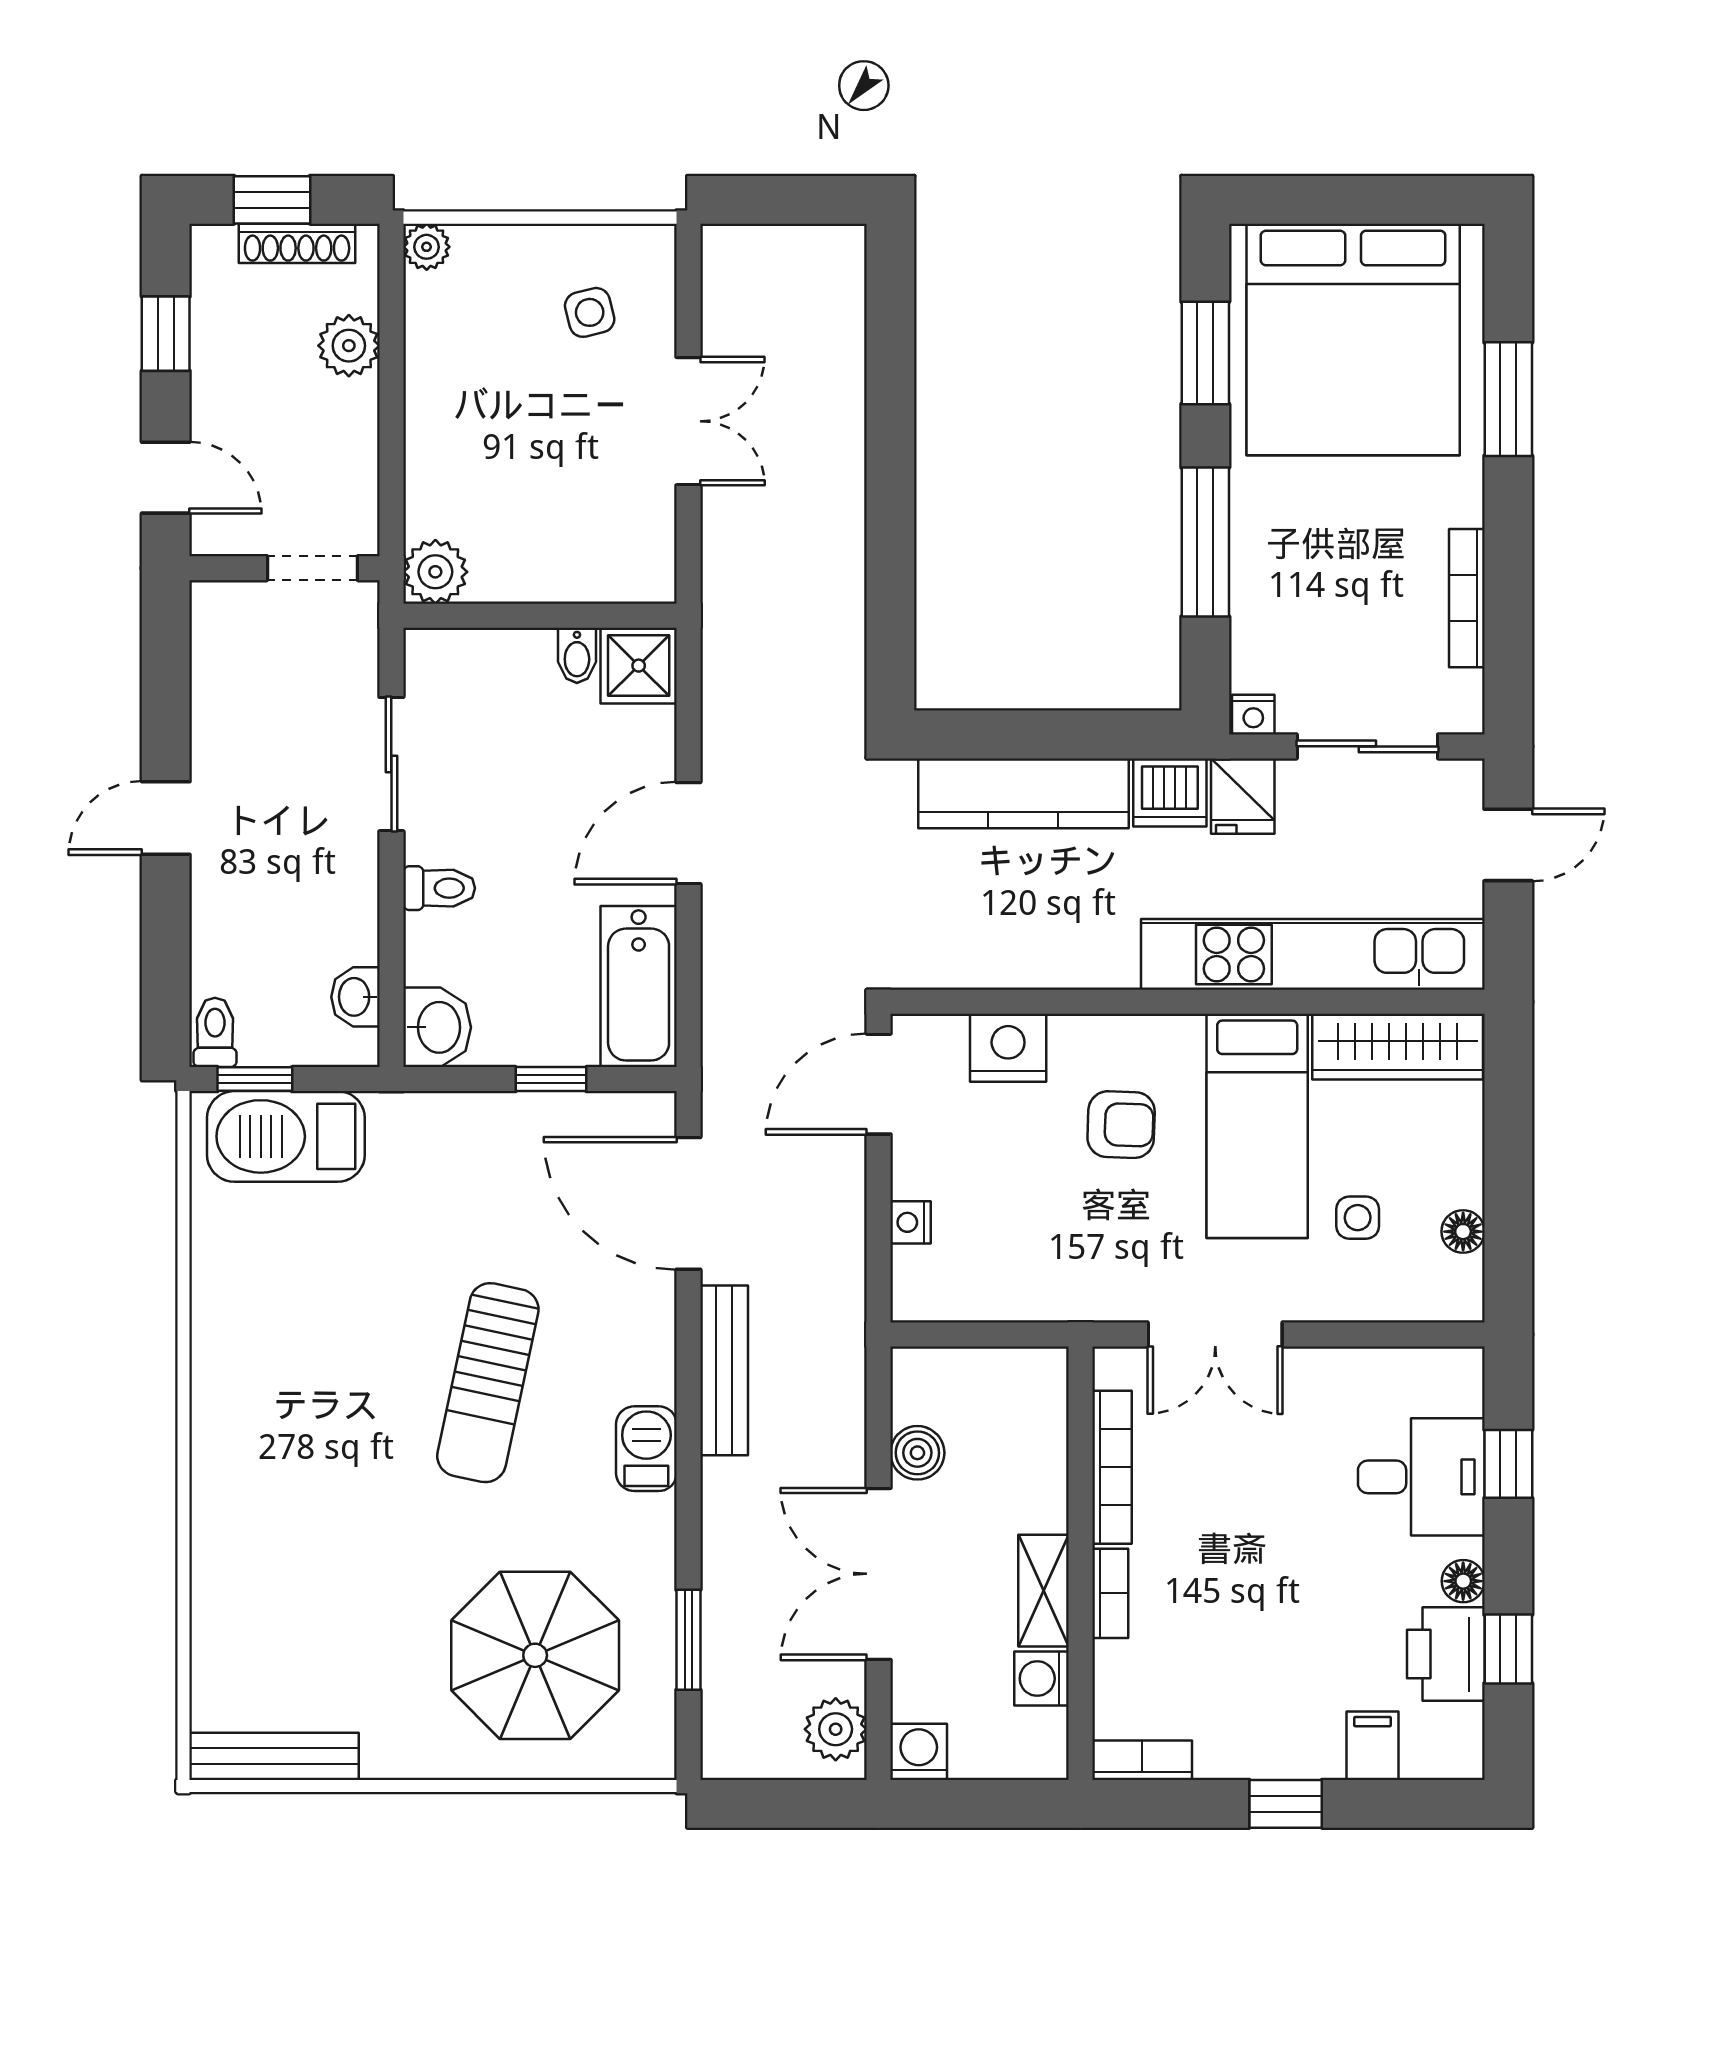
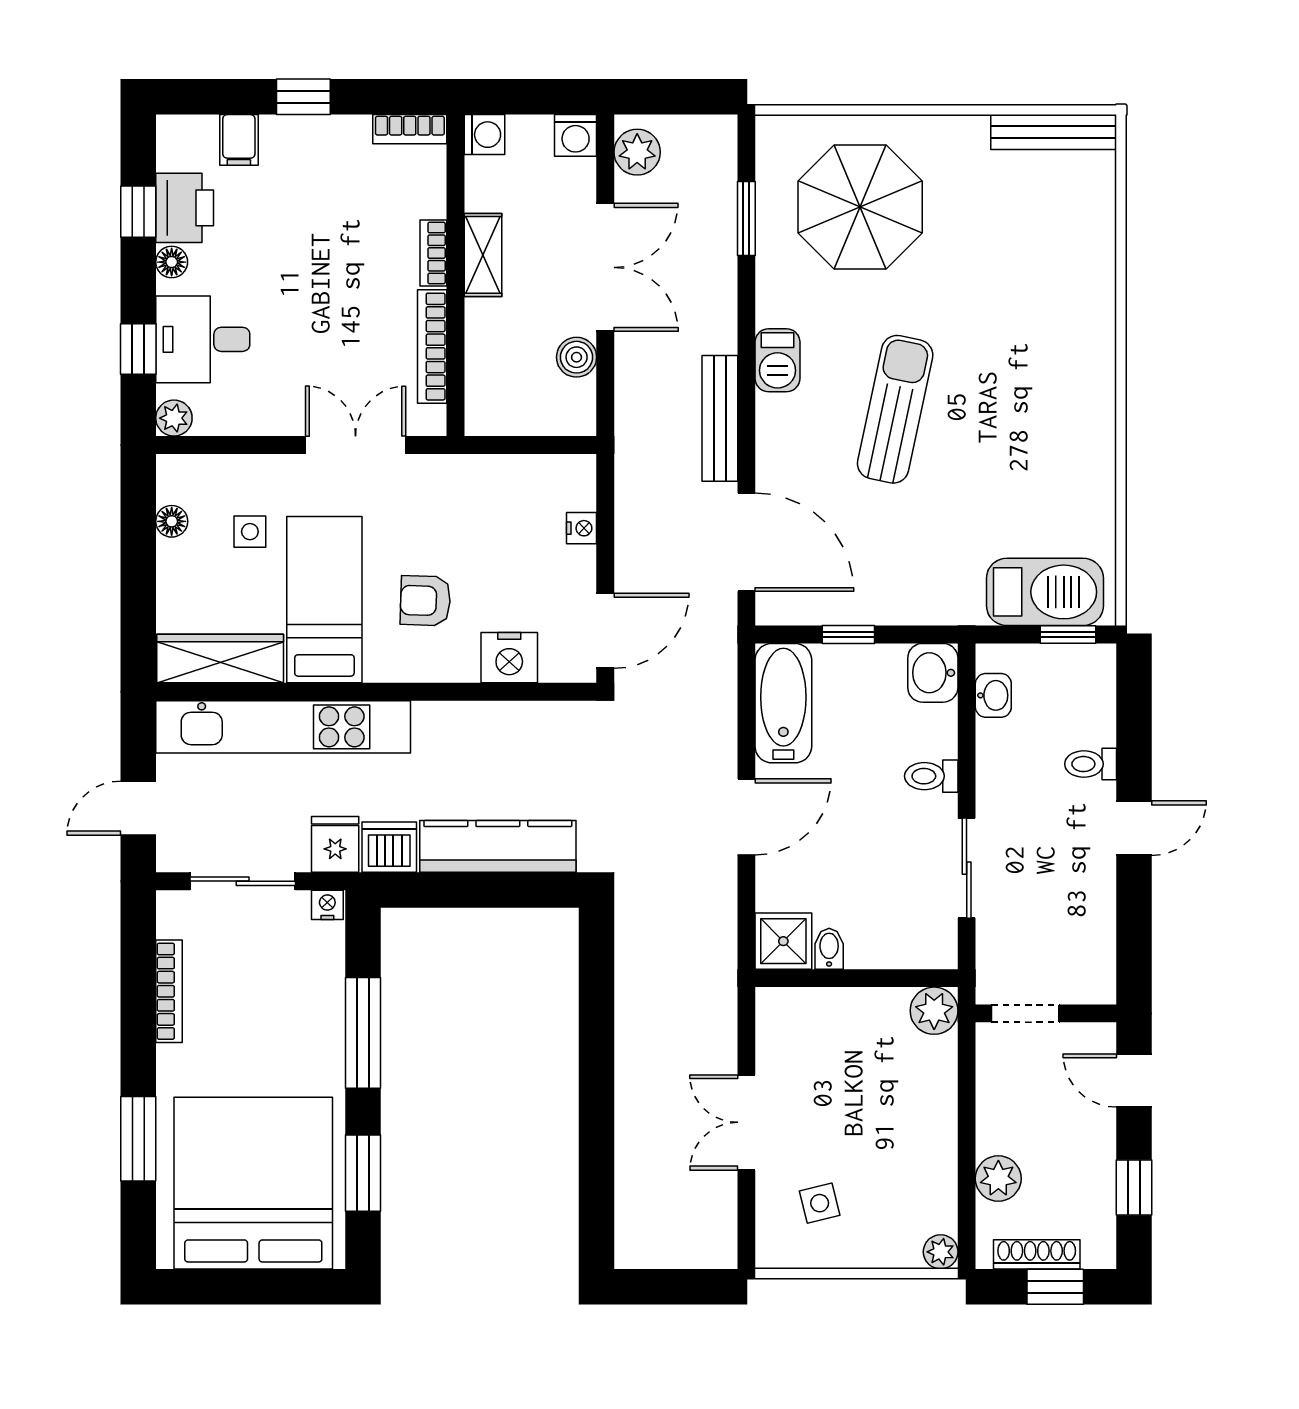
toilet: (215, 1032) -> (1091, 764), moved, turned 90
plant: (1460, 1371) -> (174, 418), added
washing machine: (1042, 1679) -> (484, 135), moved

